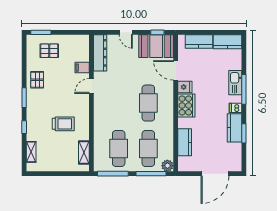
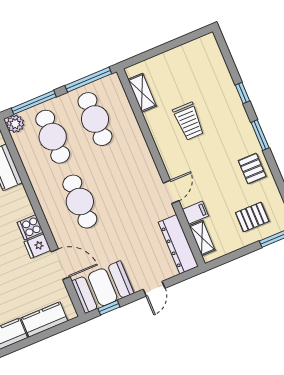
door: (126, 32) -> (154, 289), swing flipped
cooker: (186, 105) -> (30, 227), width x0.53, depth x0.76
trolley: (63, 124) -> (189, 121), turned -90
shelving: (31, 152) -> (202, 238), moved

